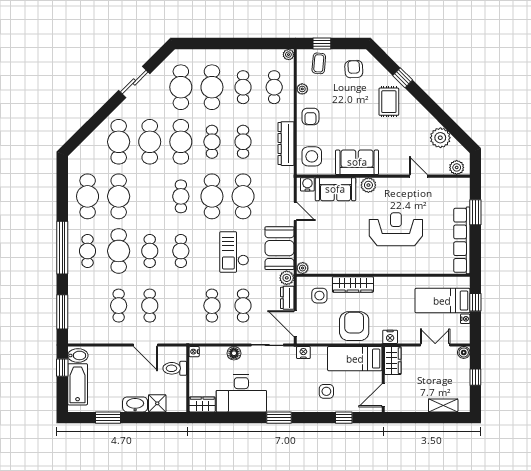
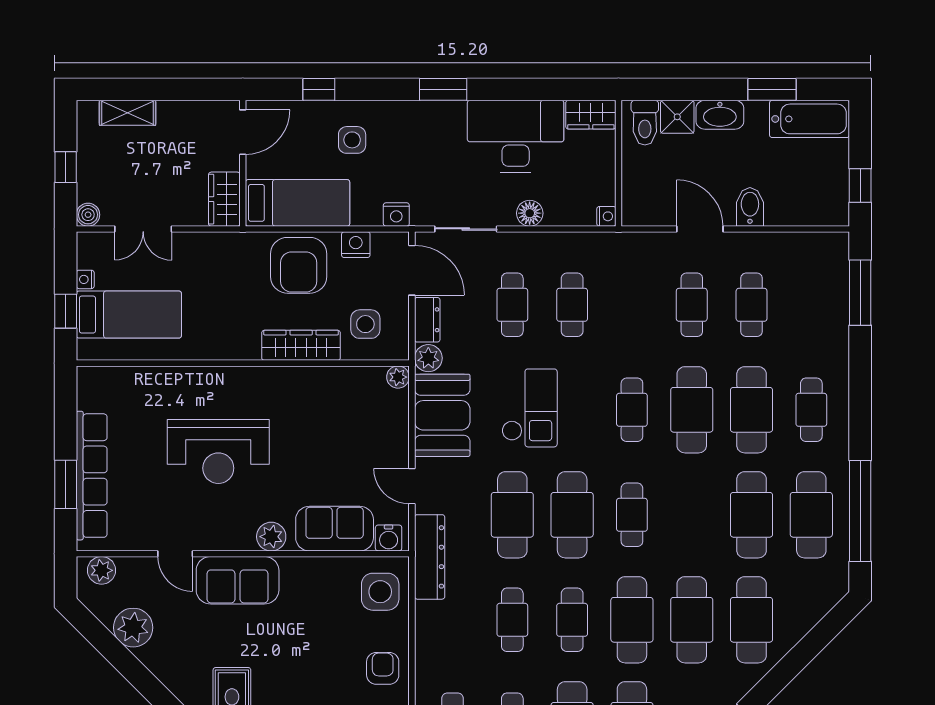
dresser: (286, 144) -> (430, 557), moved
sofa: (357, 162) -> (238, 580), moved
row of seats: (462, 240) -> (92, 476), moved
window: (62, 248) -> (860, 511), moved
cafe table: (150, 251) -> (692, 410), width x1.37, depth x1.35
nightstand: (390, 337) -> (356, 245), moved
bidet: (78, 355) -> (750, 207), moved, turned 90
toilet: (175, 368) -> (645, 123), moved, turned 90
bathtub: (78, 384) -> (809, 119), moved, turned -90

